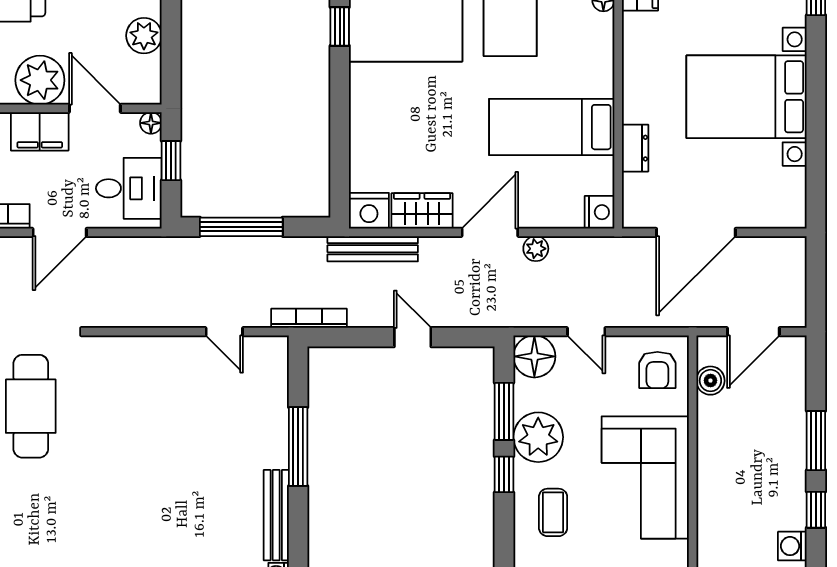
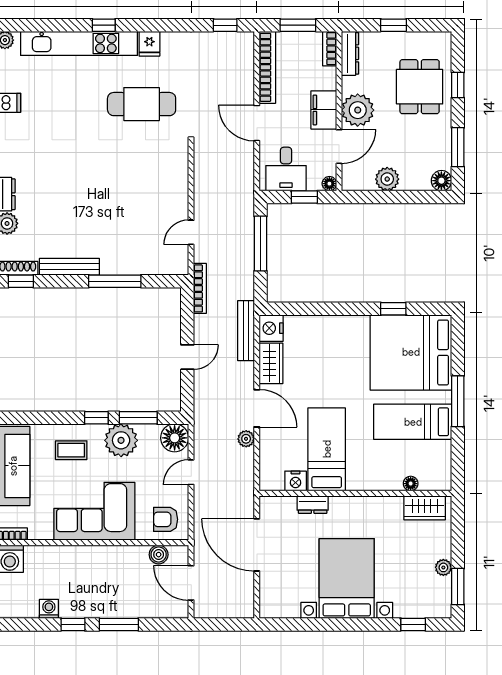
nightstand: (599, 212) -> (296, 481), moved

